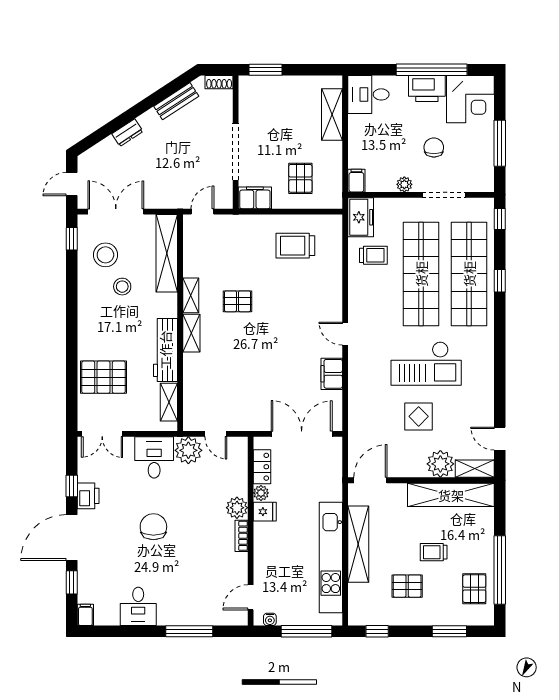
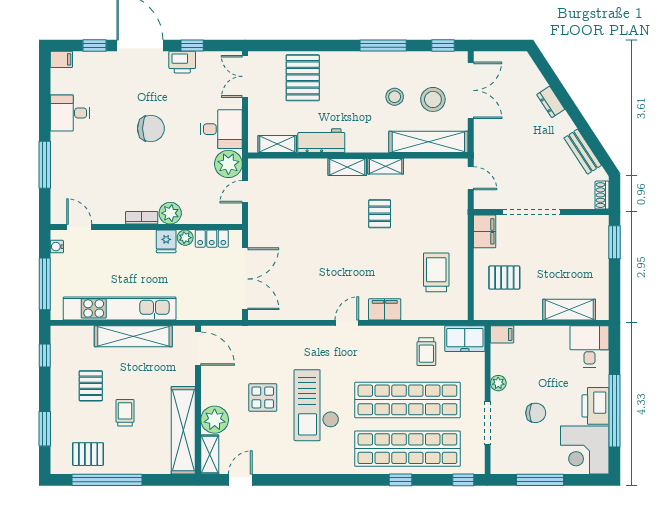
door: (72, 184) -> (499, 46), removed
stool: (105, 255) -> (433, 99), moved
window: (72, 298) -> (383, 46), added
workbench: (165, 350) -> (321, 141), width x0.73
filing cabinet: (332, 374) -> (385, 309), moved

